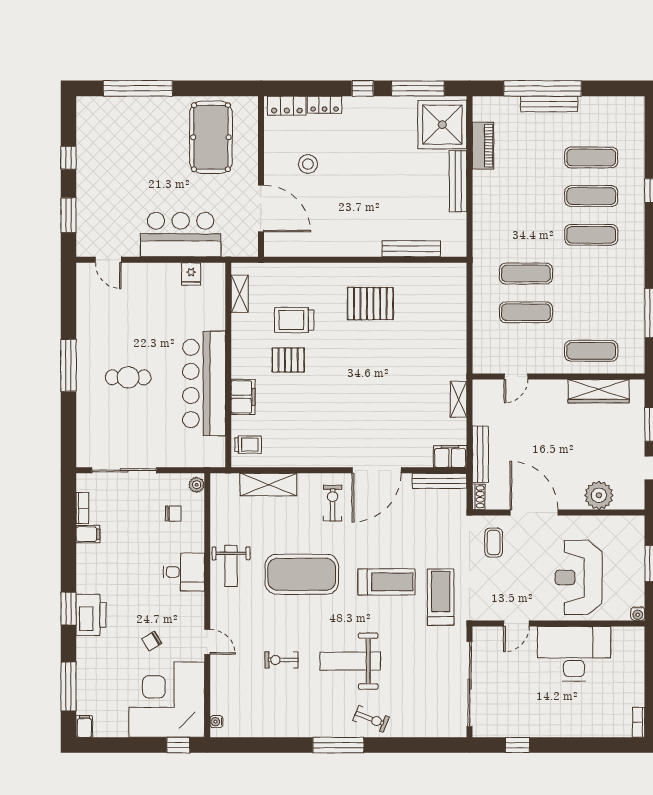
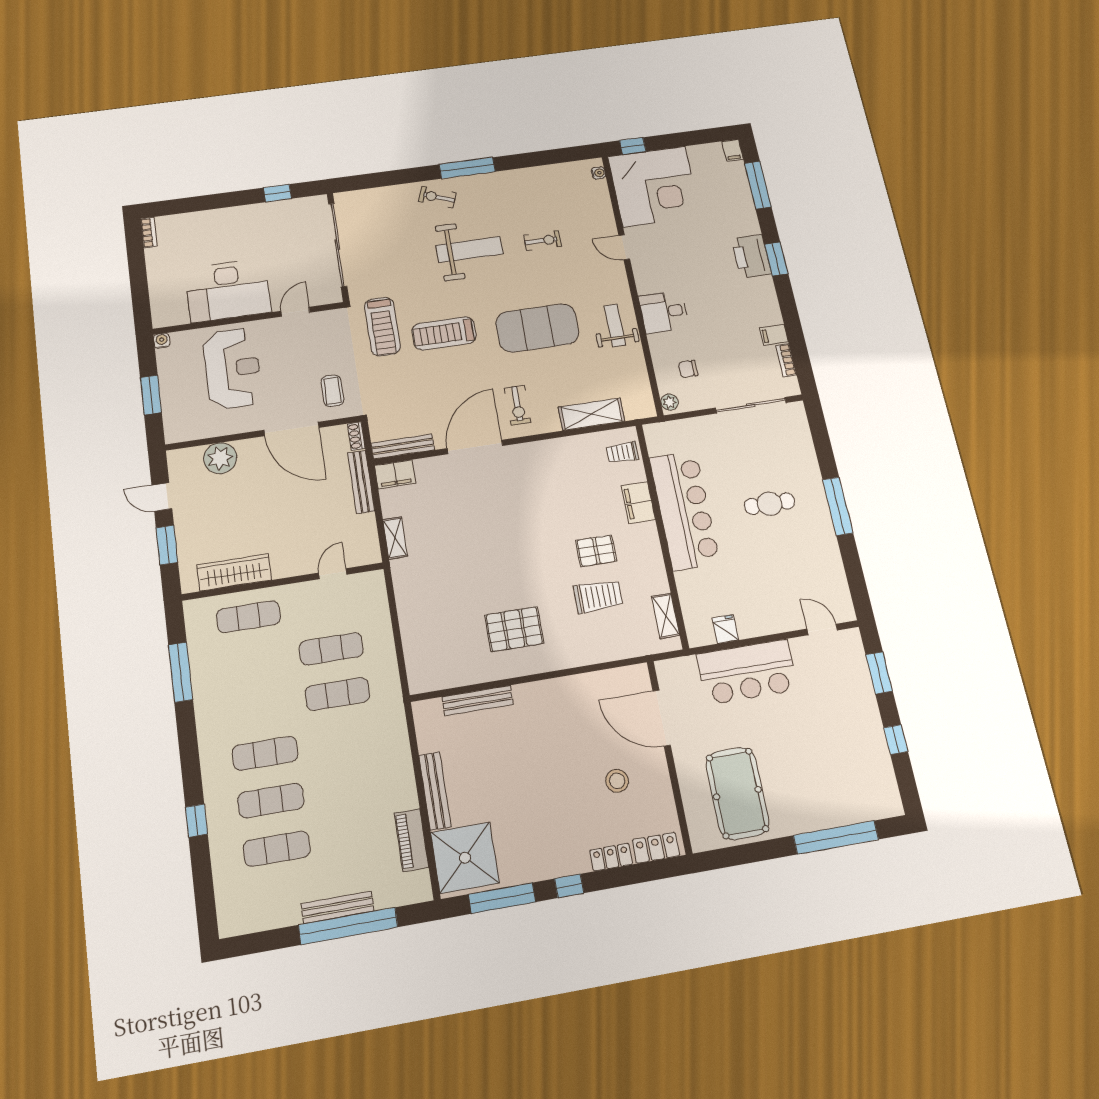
chair: (152, 641) -> (682, 240), removed

